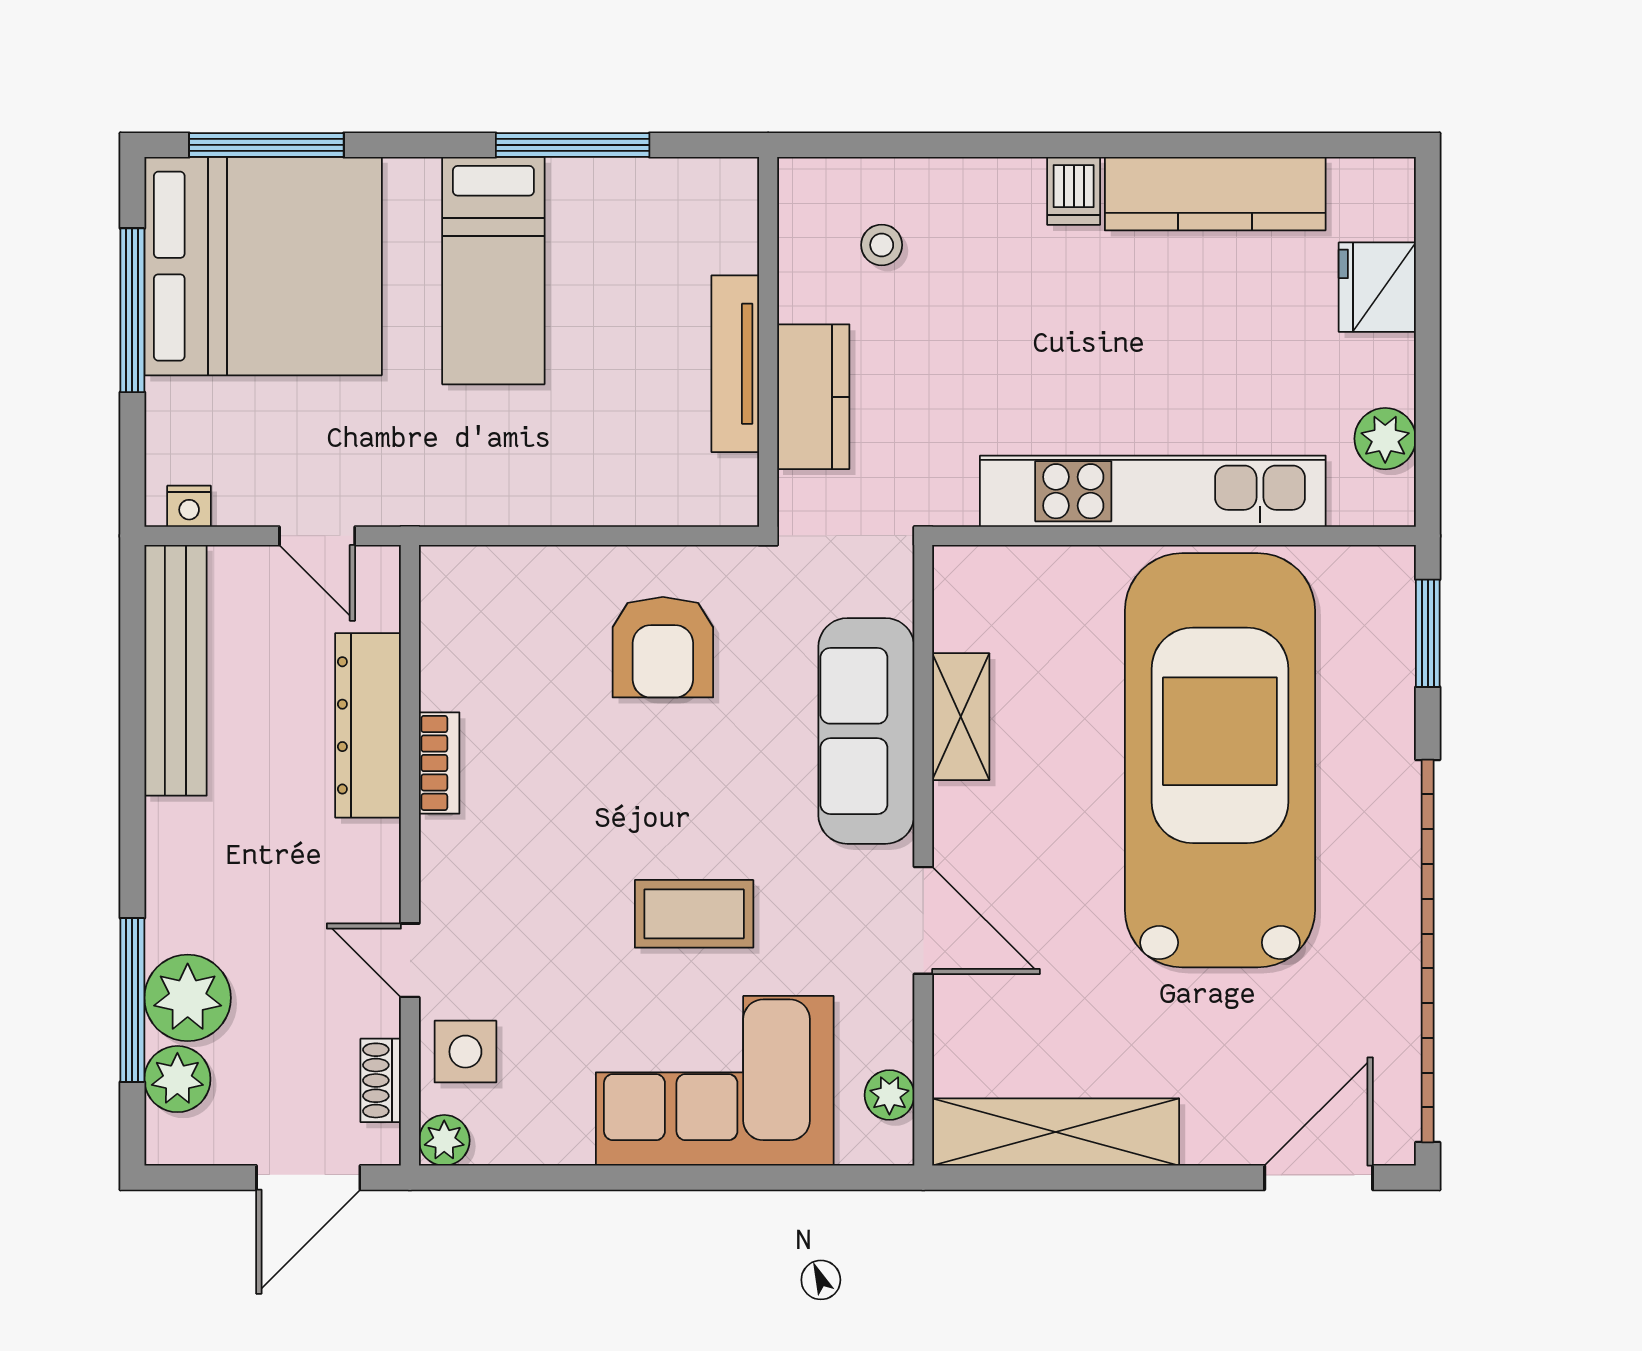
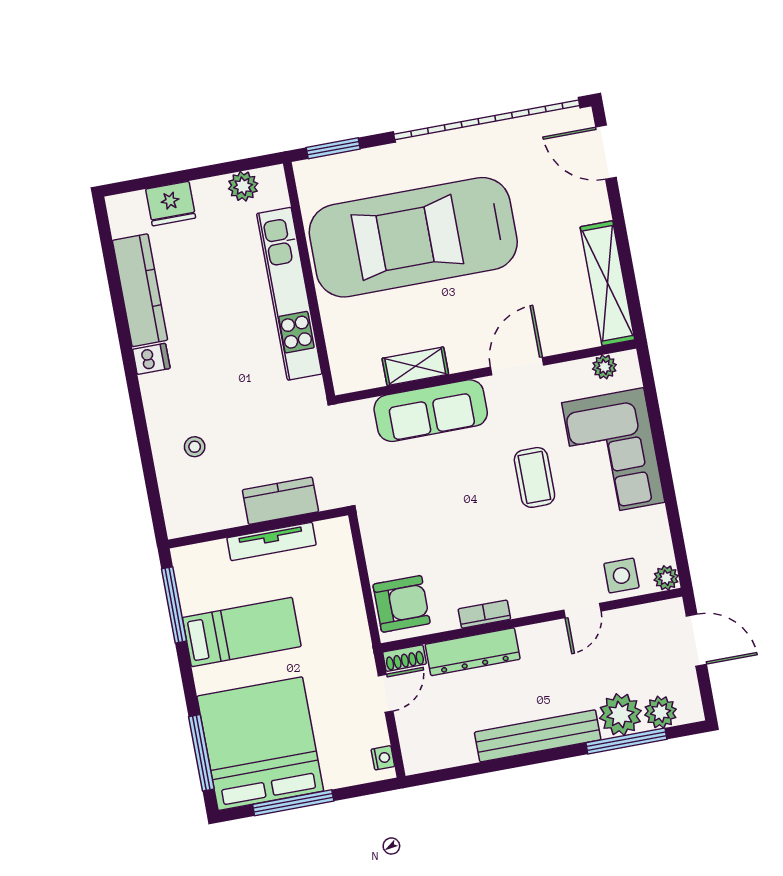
wall: (768, 342) -> (258, 527), moved
tv unit: (735, 364) -> (272, 541), moved
kitchen counter: (813, 397) -> (280, 501), moved
armchair: (663, 647) -> (402, 604), moved
bench: (175, 670) -> (538, 736), moved
shoe rack: (381, 1080) -> (404, 658), moved

